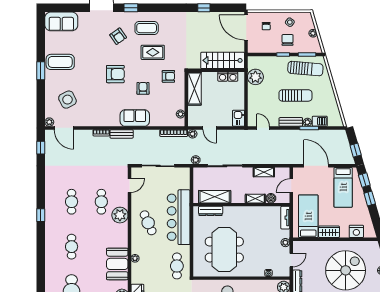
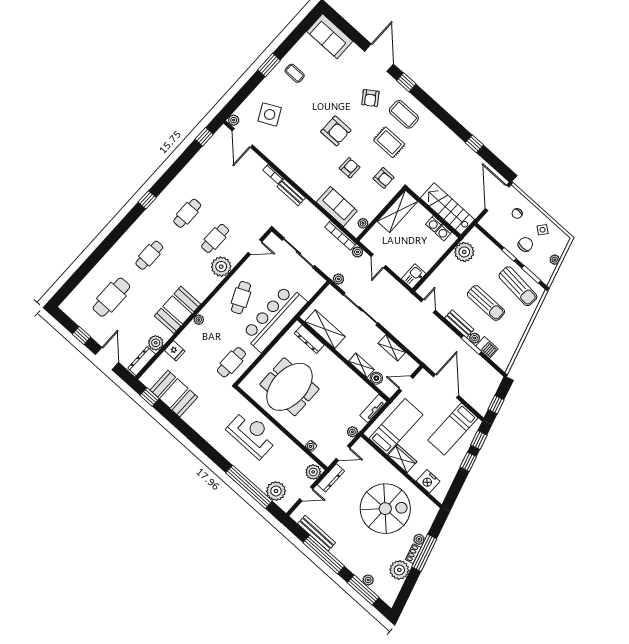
coffee table: (60, 62) -> (295, 73), width x0.54, depth x0.58
sofa: (135, 118) -> (337, 206), moved

